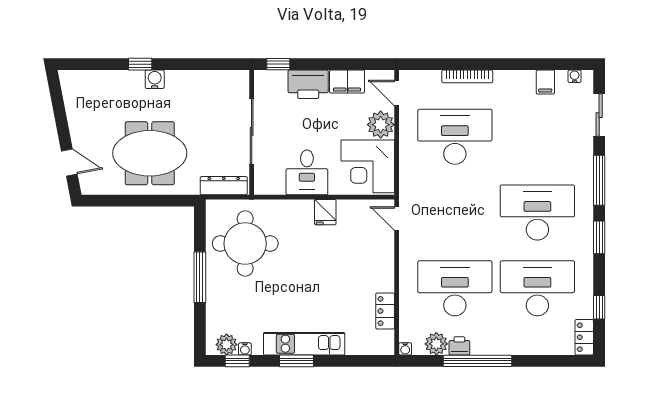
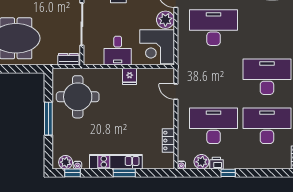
dresser: (224, 186) -> (68, 59), width x0.70
door: (397, 218) -> (176, 92), moved
window: (297, 361) -> (124, 173), moved
window: (477, 361) -> (228, 173), width x0.32

